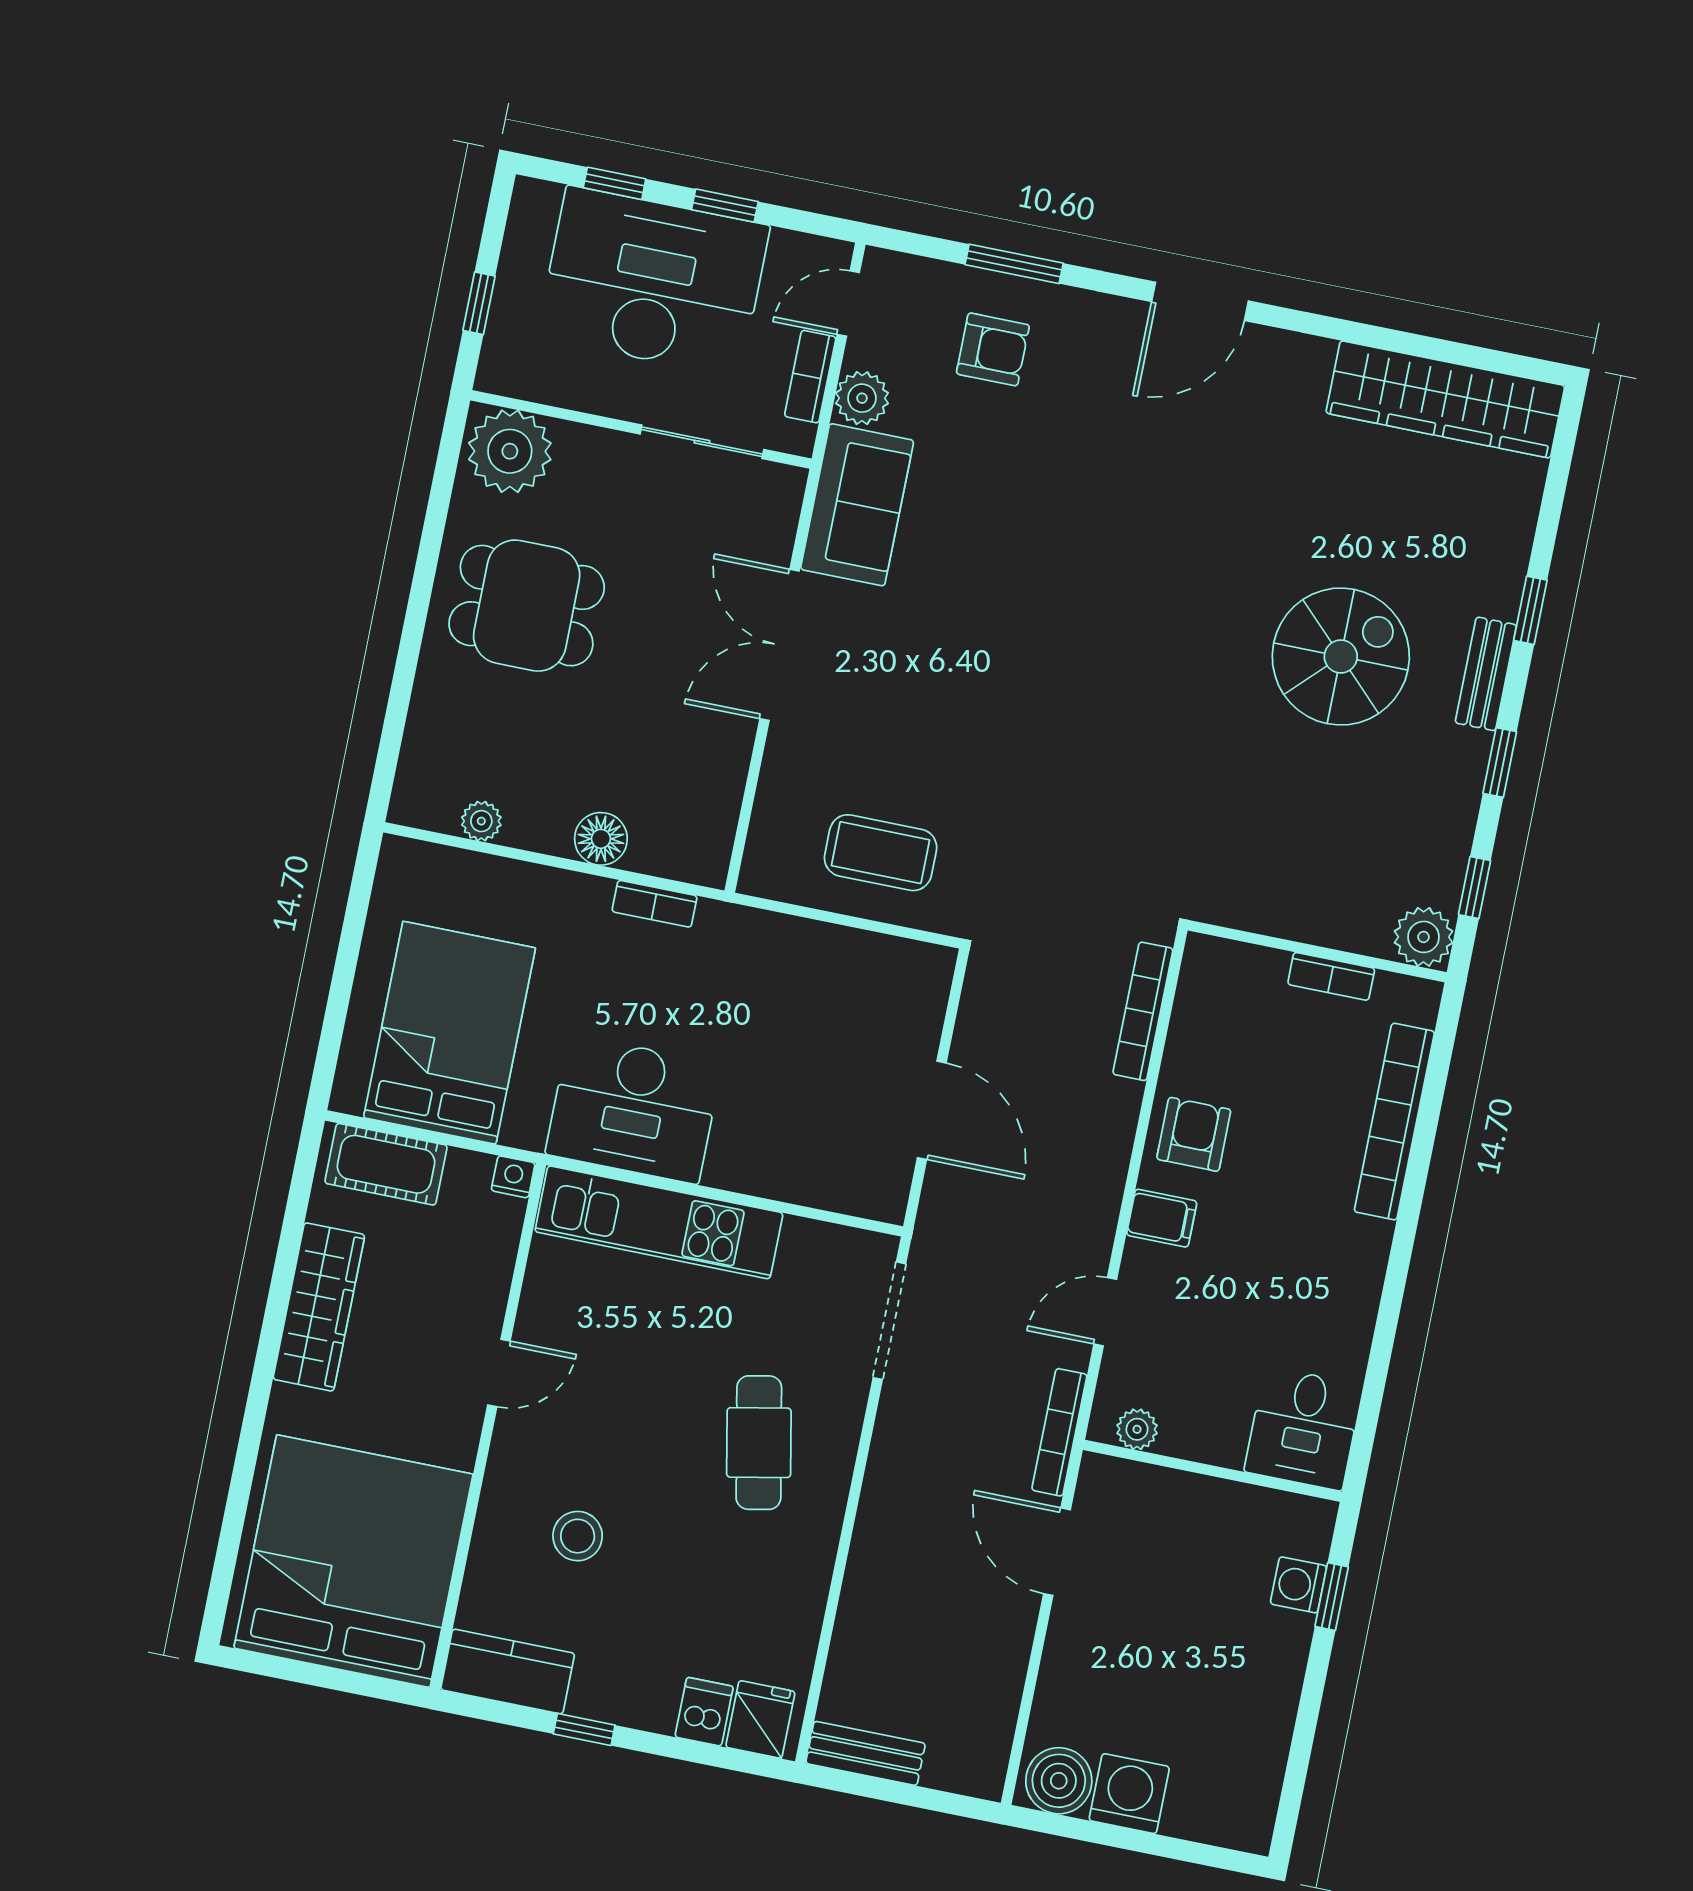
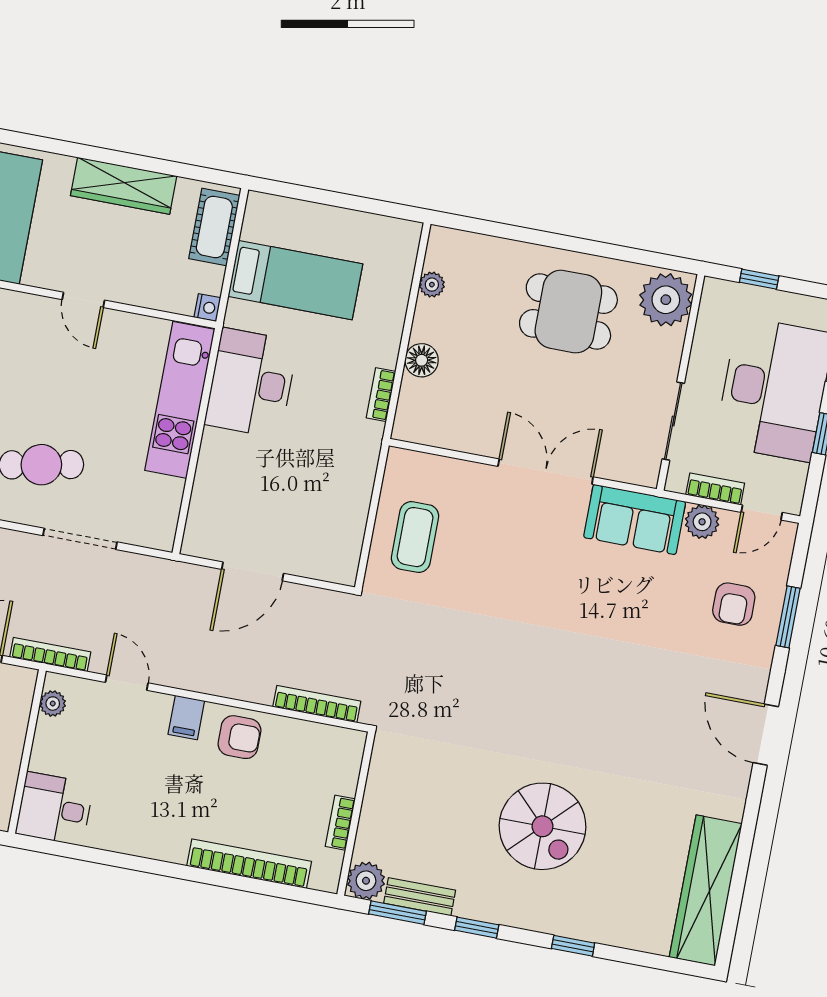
door: (848, 303) -> (762, 512), swing flipped
dining table: (527, 606) -> (568, 312), turned 90
bench: (1486, 674) -> (420, 897), moved
window: (1475, 888) -> (398, 913), width x1.50
bed: (449, 1033) -> (295, 280), width x0.67
doorway: (889, 1321) -> (80, 539), moved

